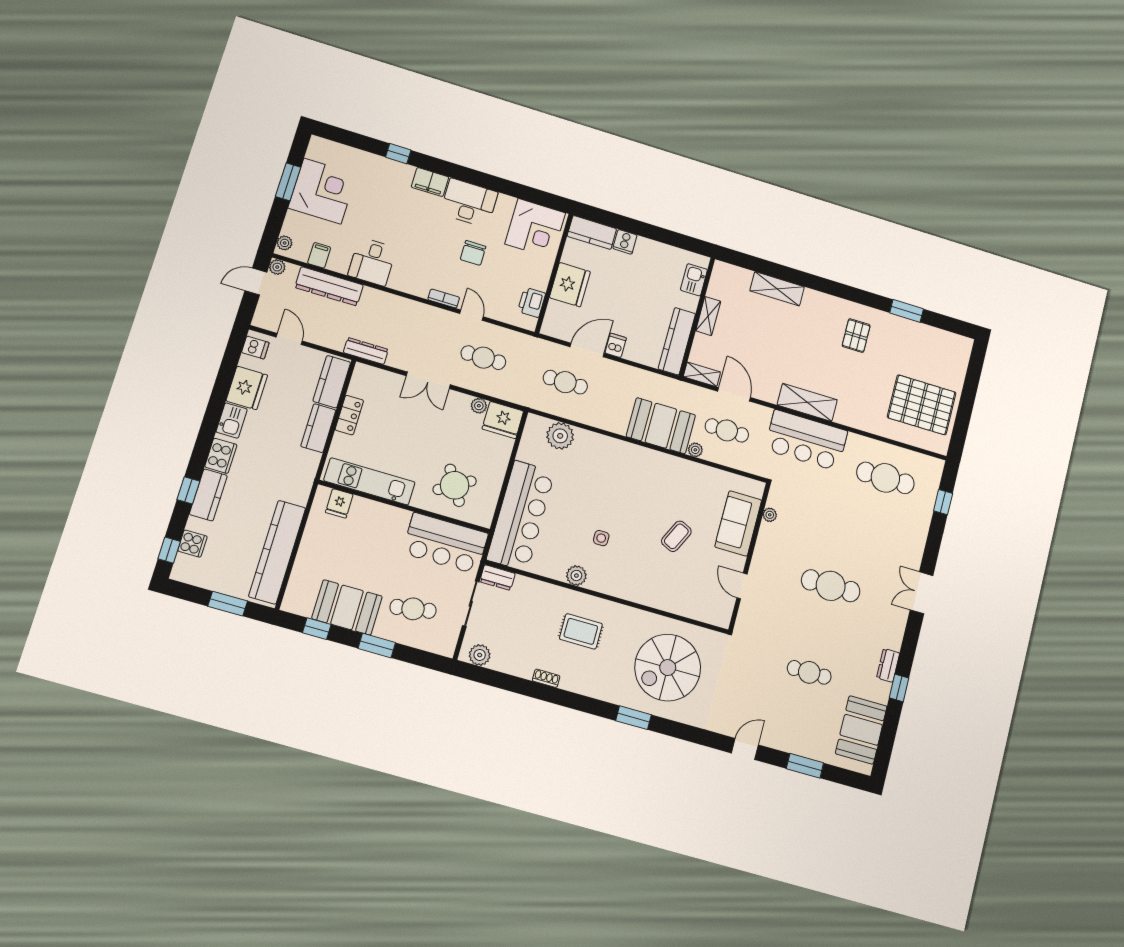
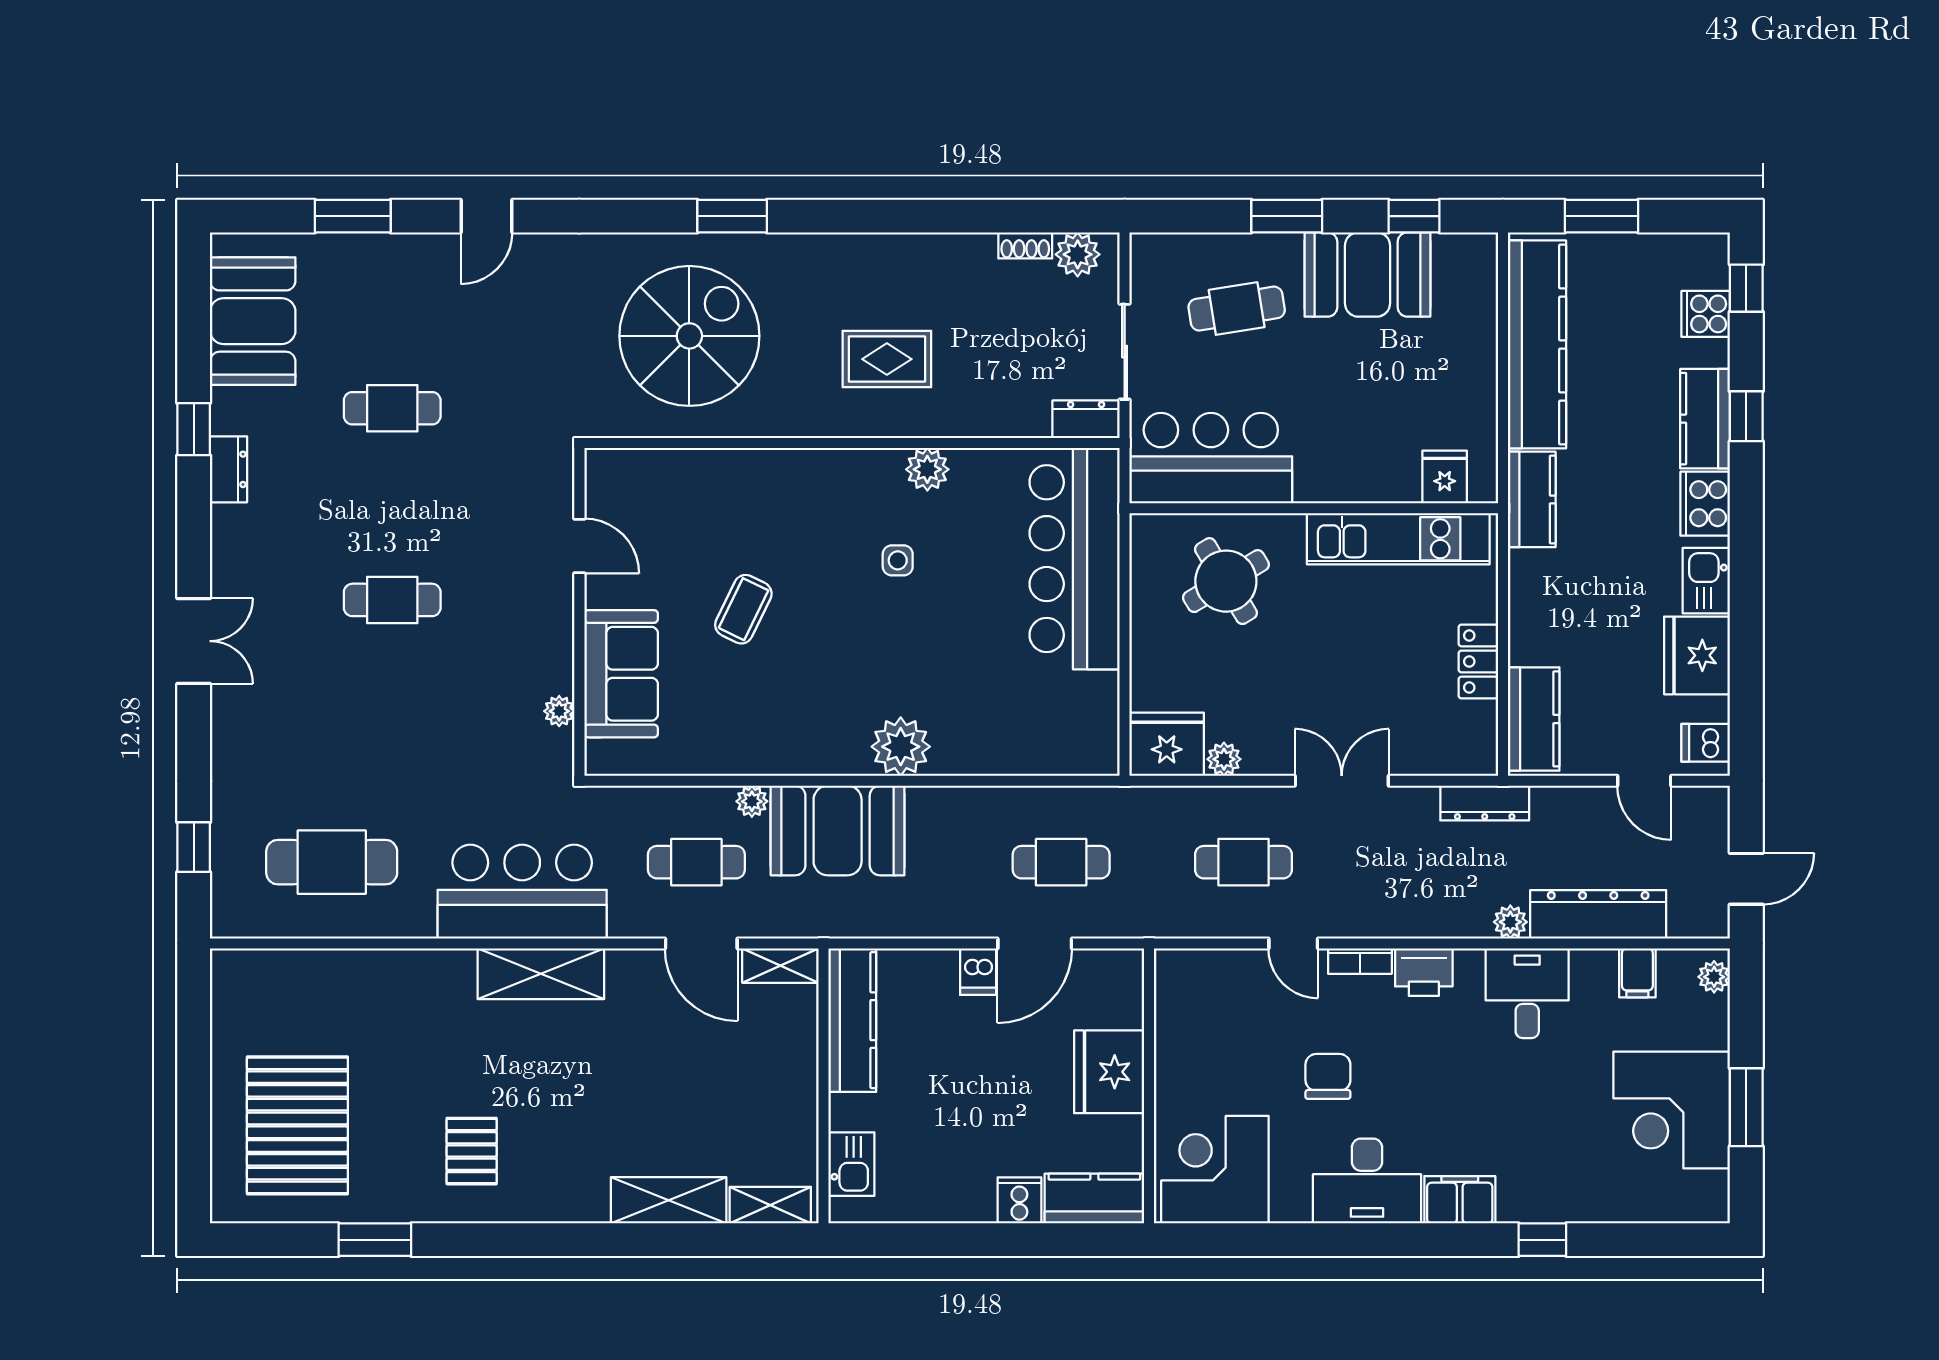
plant: (277, 267) -> (1510, 922), moved
printer: (532, 302) -> (1424, 972), moved, turned 90
shelving: (708, 316) -> (770, 1205), moved, turned 90
pallet: (922, 405) -> (297, 1125), moved, turned 90
kitchen counter: (318, 428) -> (1532, 499), moved
plant: (560, 436) -> (901, 747), moved
cafe table: (831, 586) -> (392, 600), width x0.73, depth x0.74
shoe rack: (546, 678) -> (1025, 245), moved

